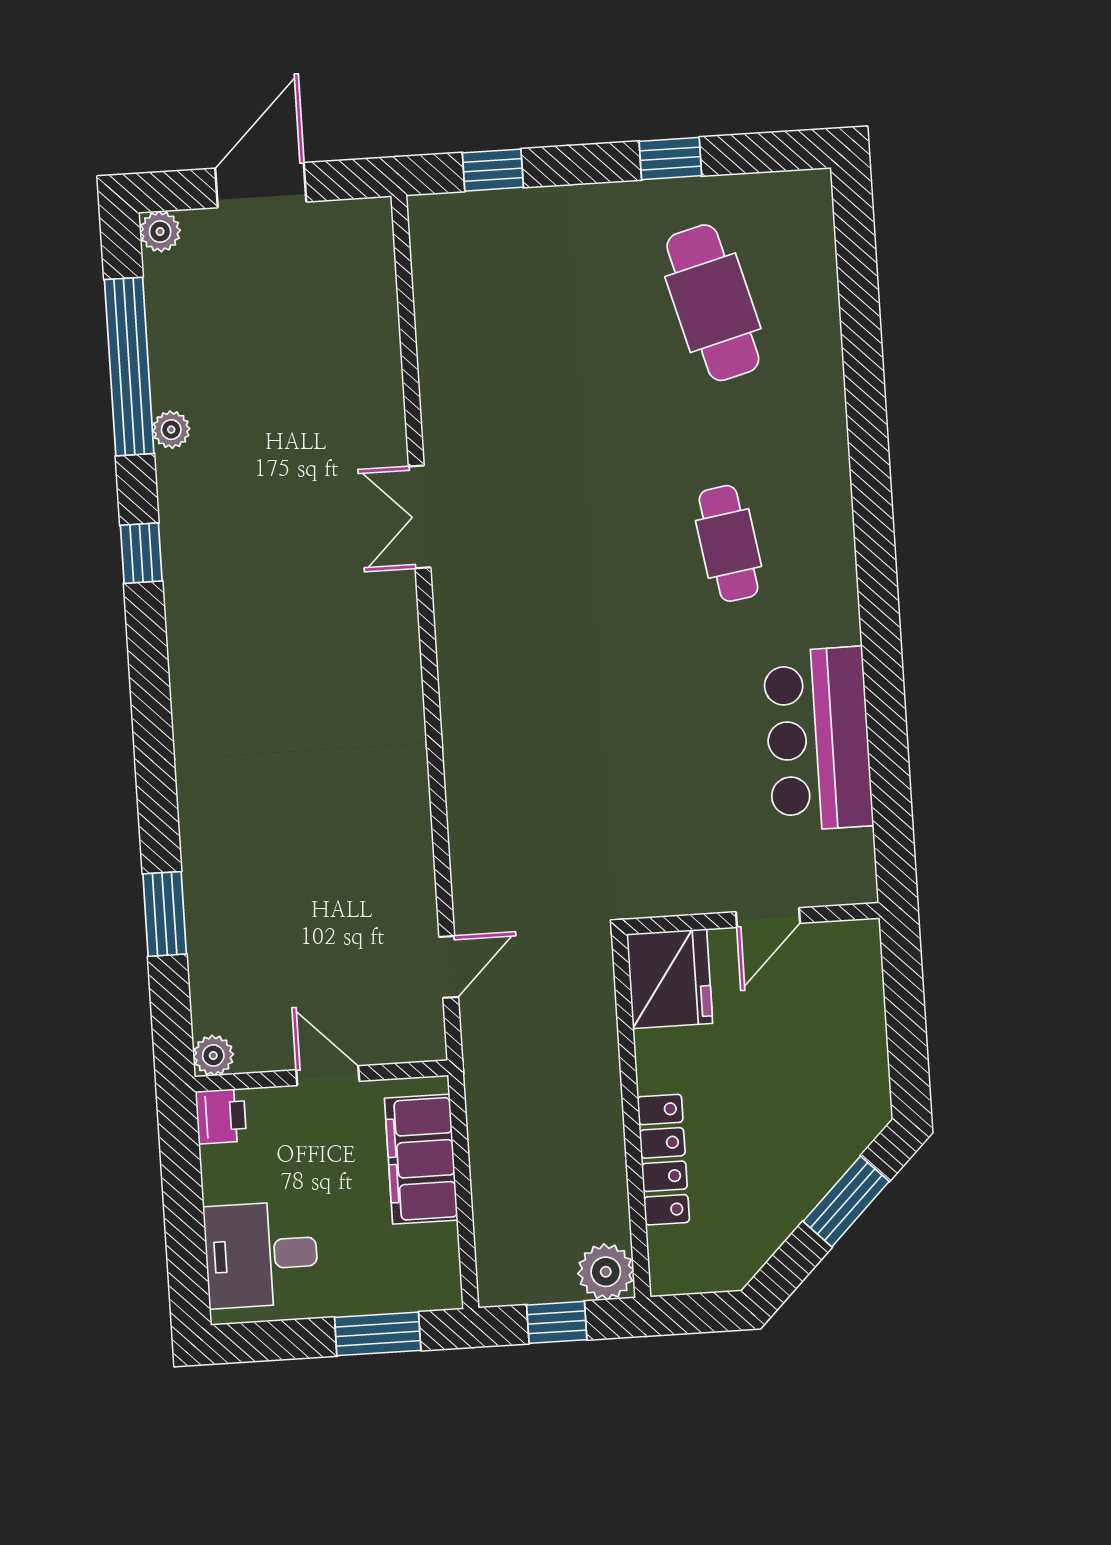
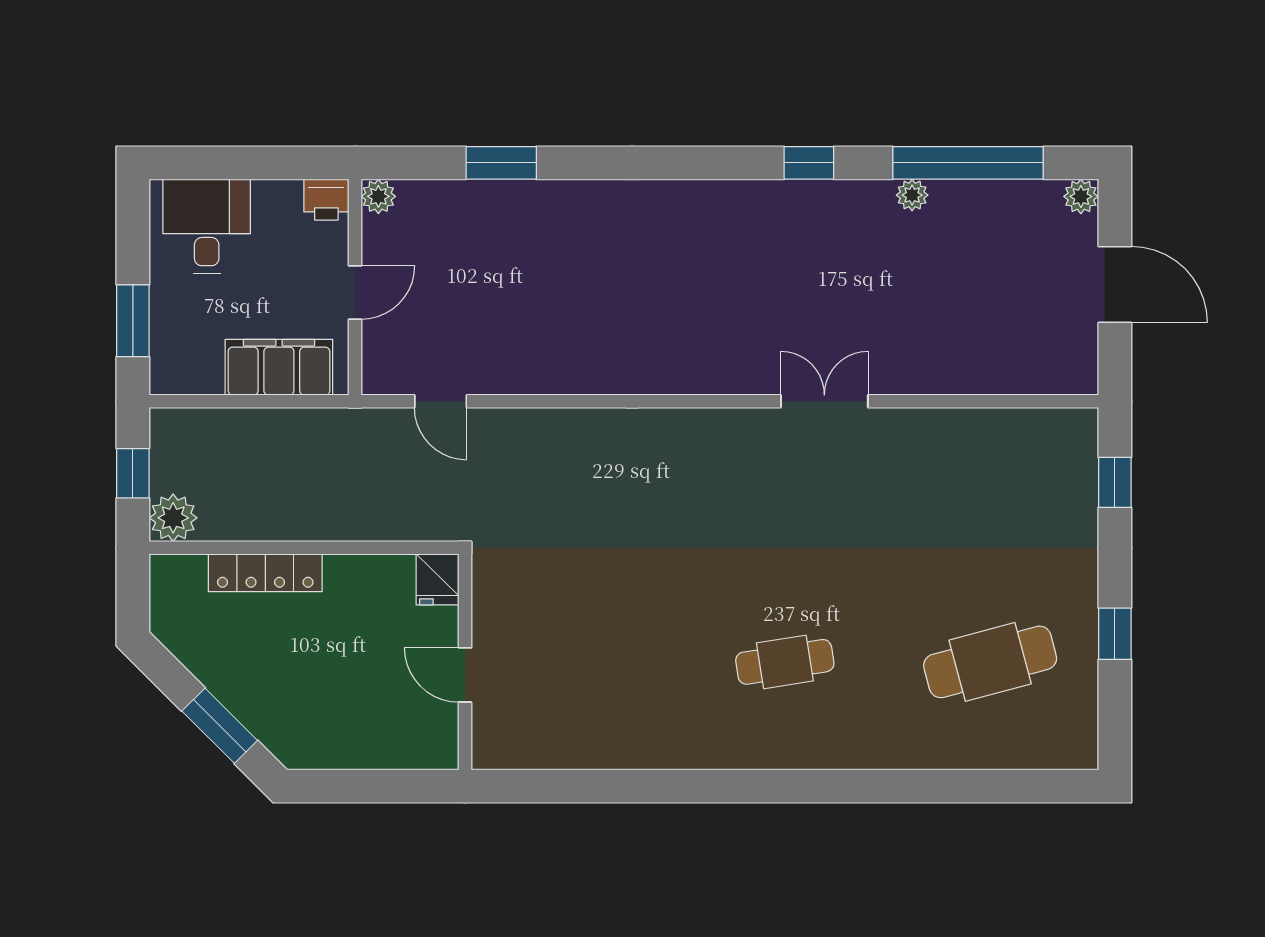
bar counter: (818, 739) -> (614, 727), removed
fridge: (670, 979) -> (437, 579), width x0.53, depth x0.75

